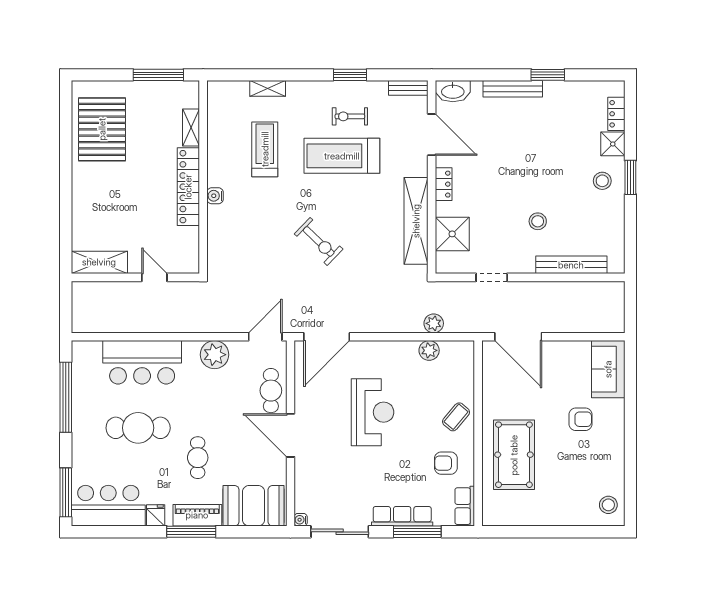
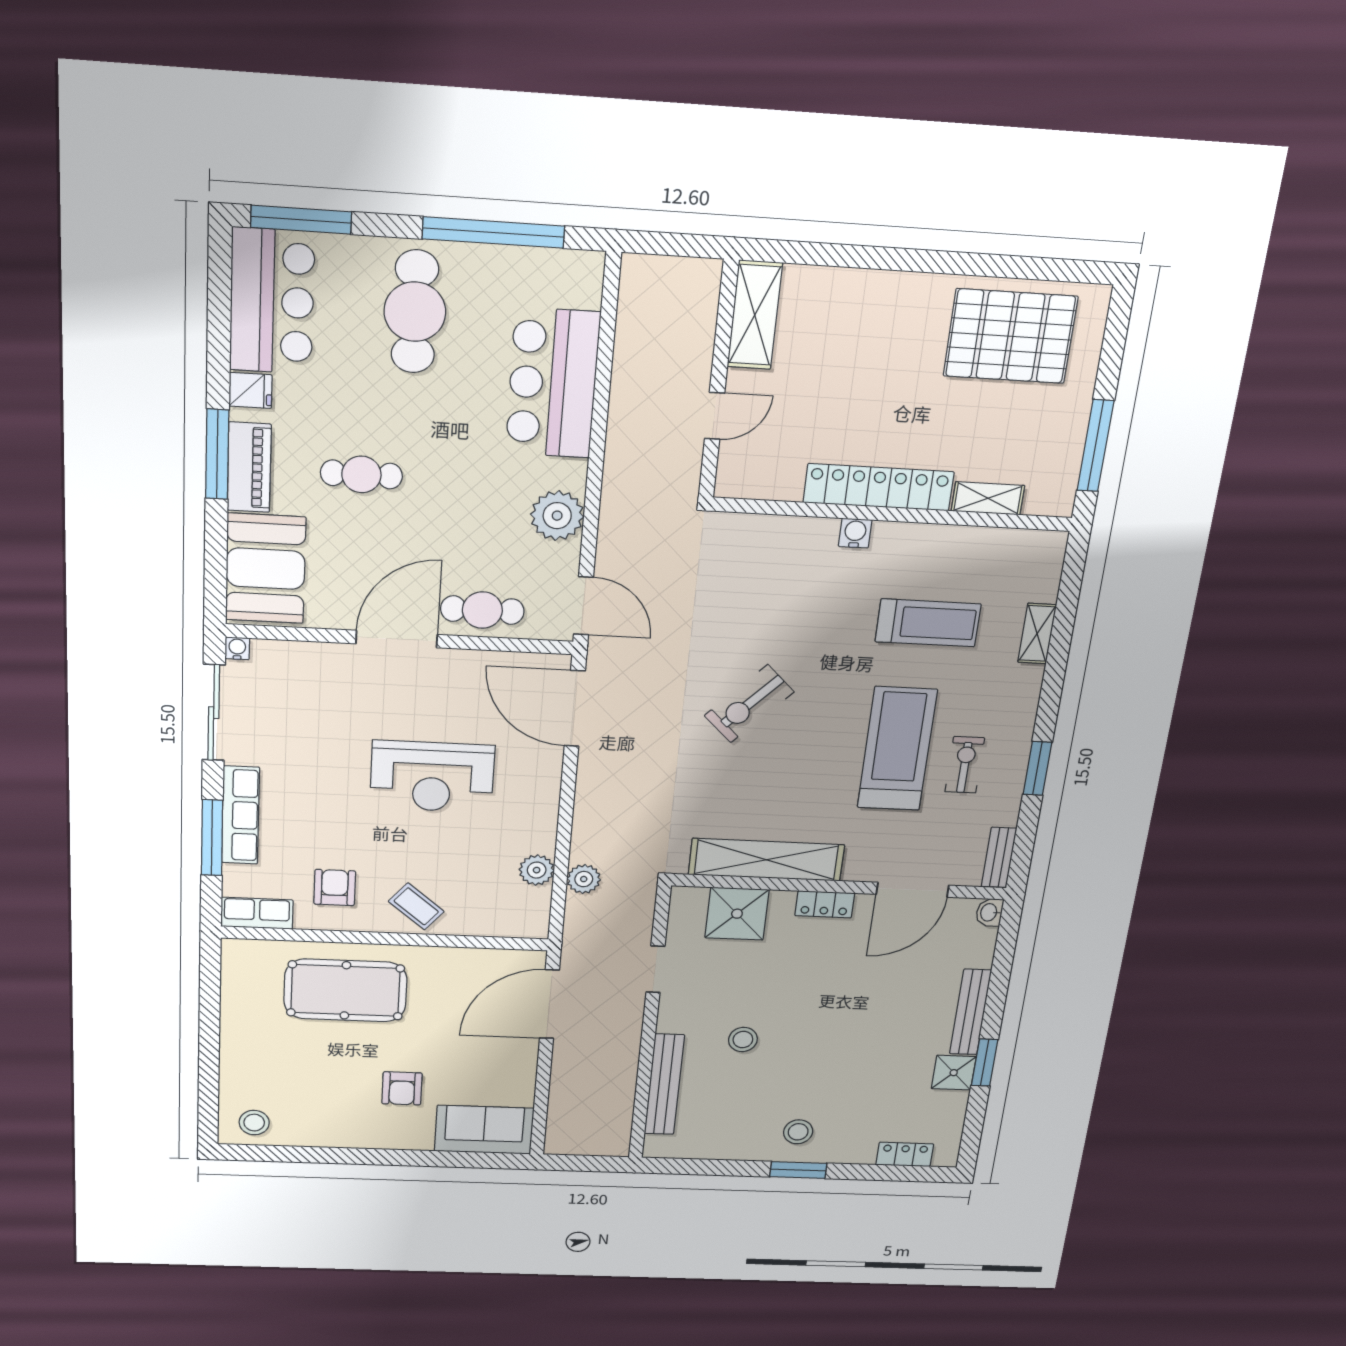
washbasin: (453, 91) -> (989, 912), width x0.52, depth x0.69
shower: (613, 144) -> (954, 1073), moved
cafe table: (138, 428) -> (415, 312), moved

